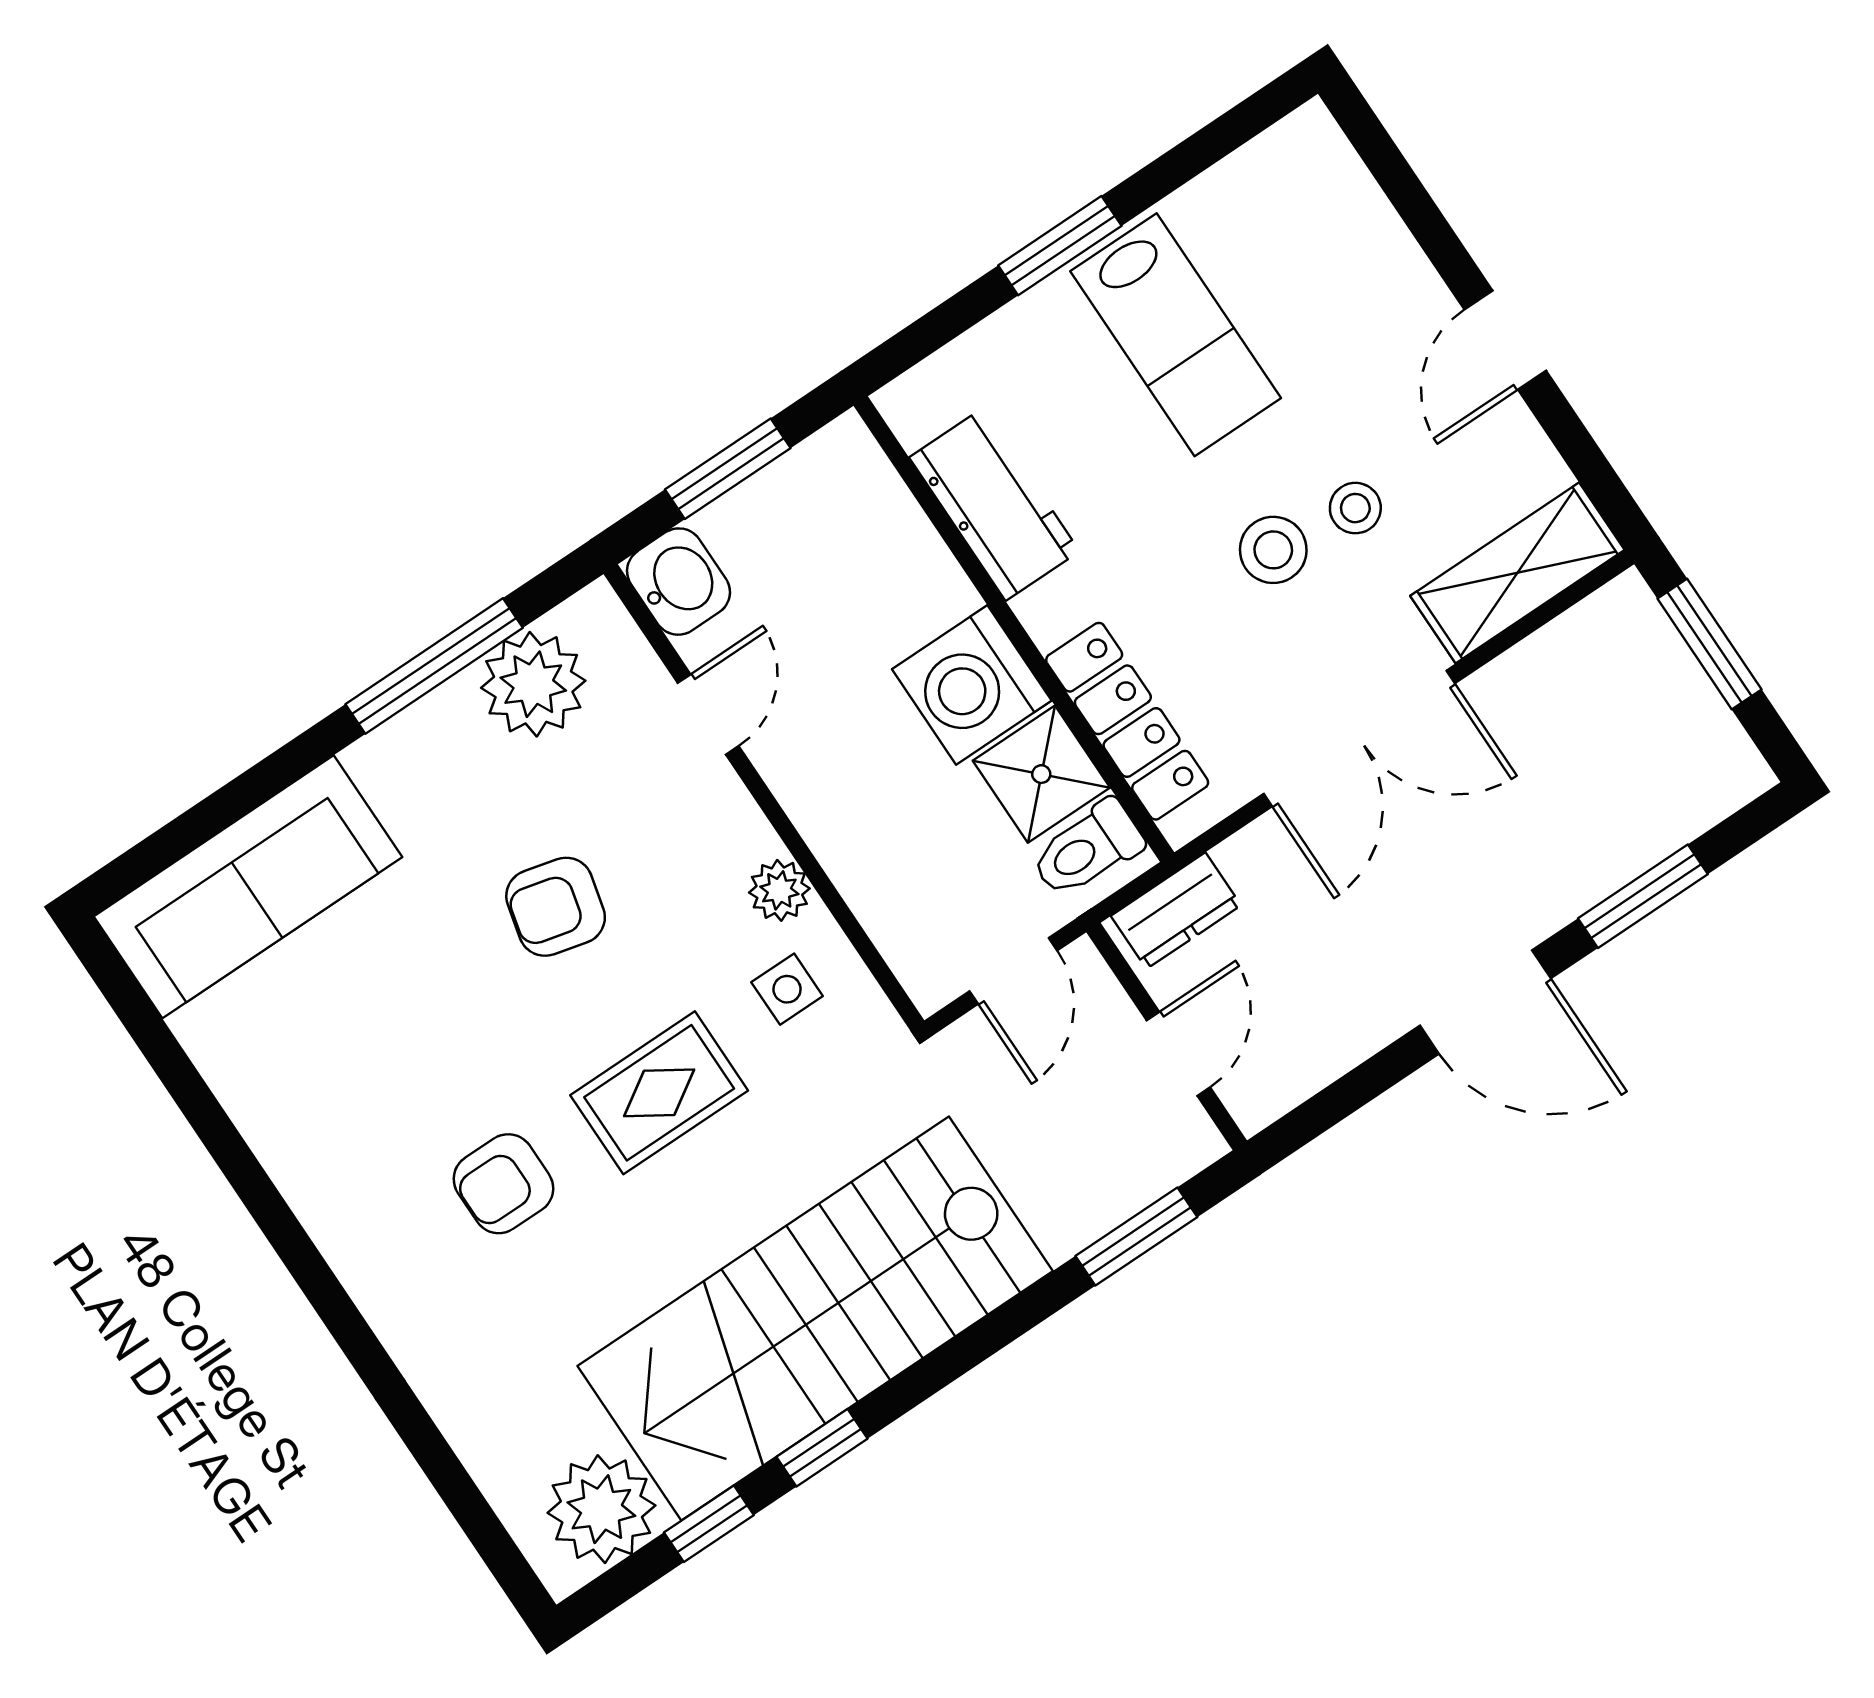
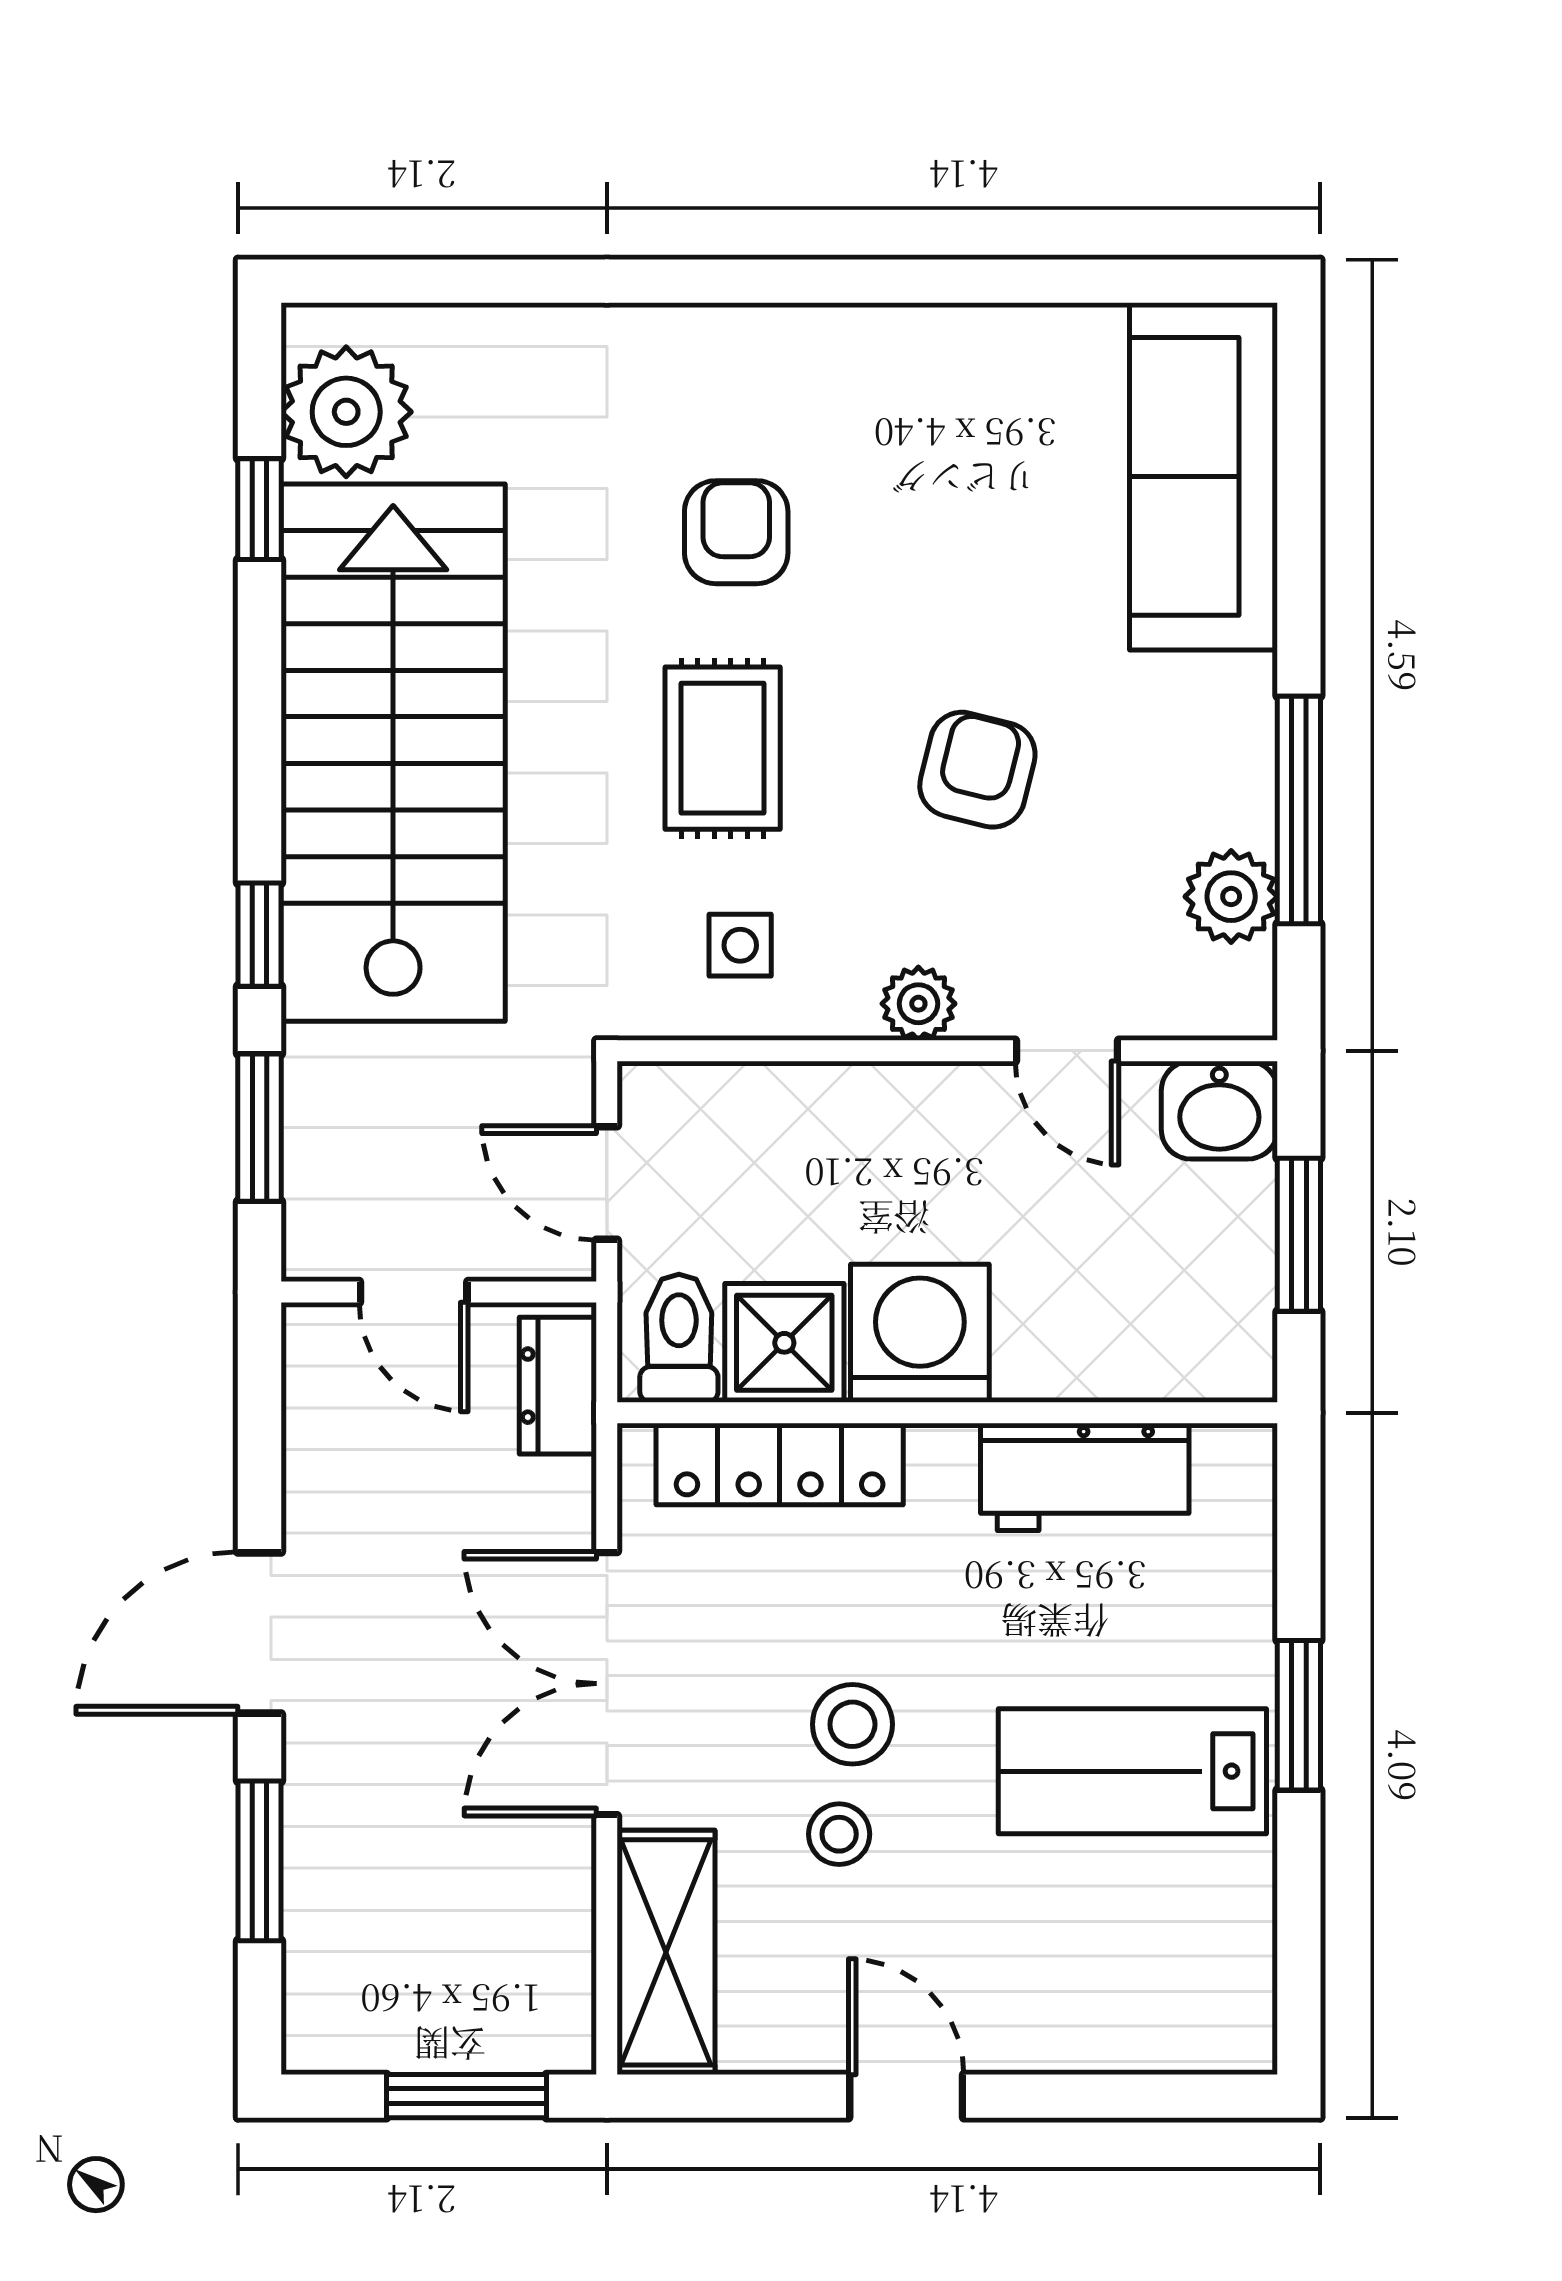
plant: (533, 684) -> (1231, 897), width x0.73, depth x0.73
plant: (779, 890) -> (918, 1004), moved
window: (822, 1448) -> (260, 935), moved

